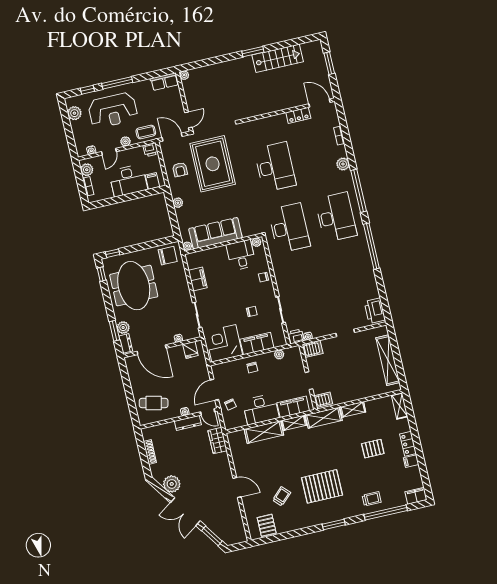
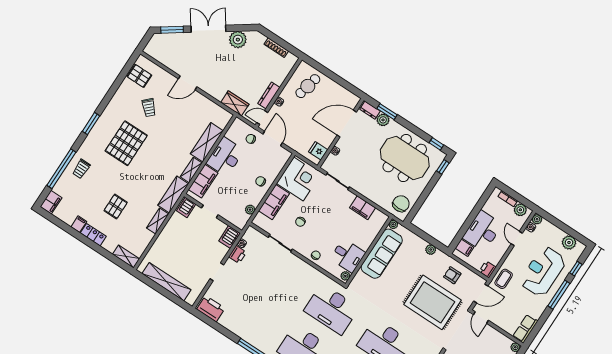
plant: (125, 141) -> (537, 219), moved
chair: (168, 256) -> (401, 204), turned 180
printer: (296, 336) -> (237, 254), moved

